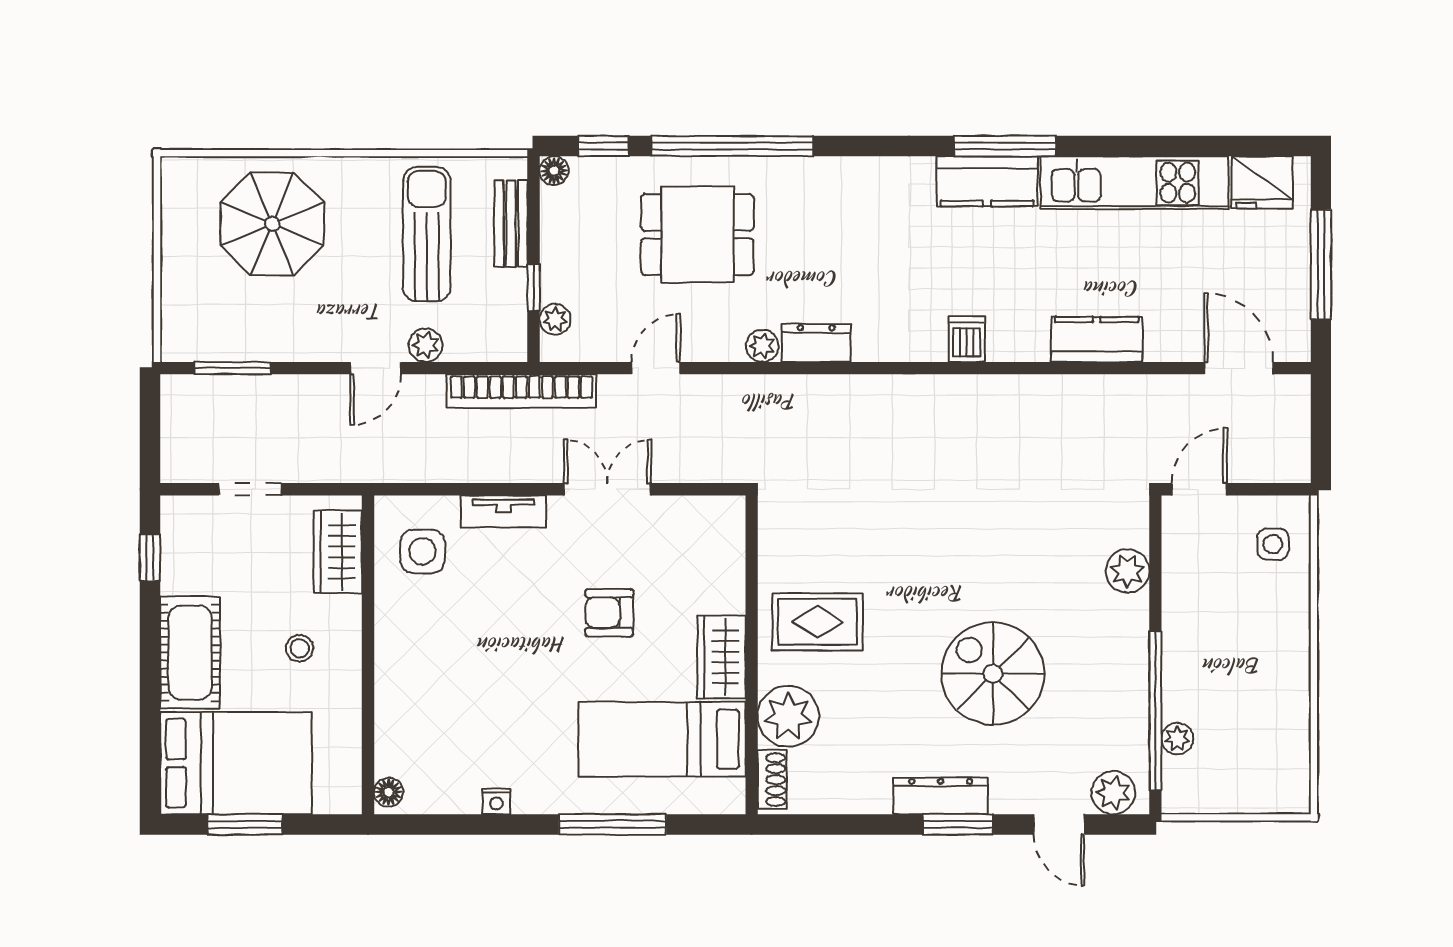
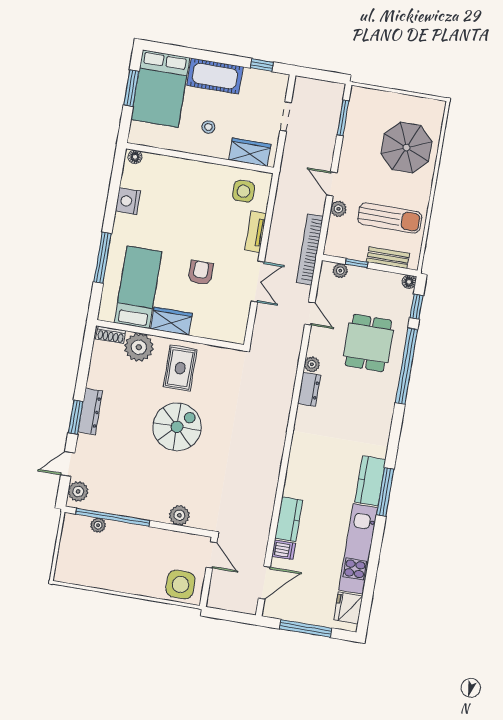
dishwasher: (967, 339) -> (284, 550), moved
side table: (1273, 544) -> (180, 584), width x1.87, depth x1.87
spiral stairs: (993, 674) -> (177, 427), moved
nightstand: (496, 801) -> (128, 201), width x1.89, depth x1.79

